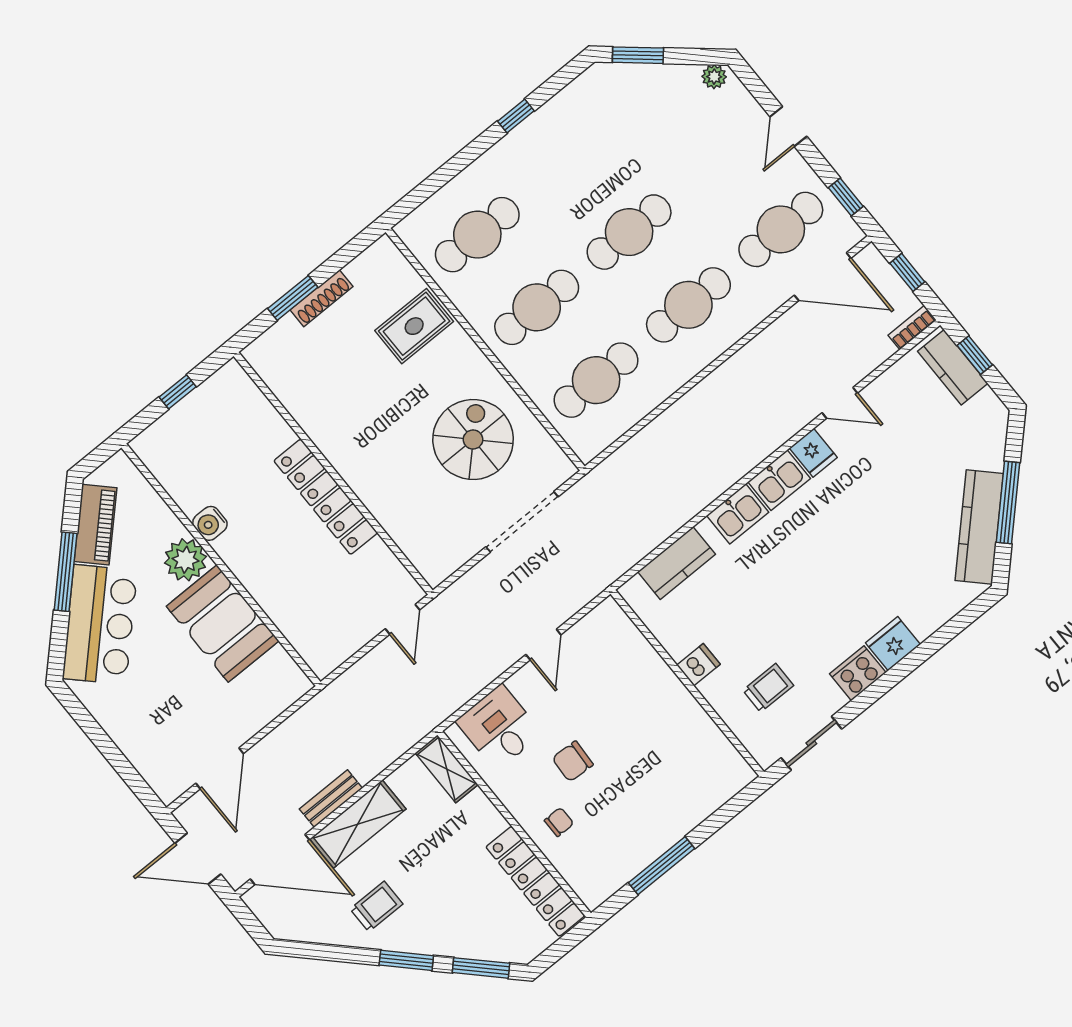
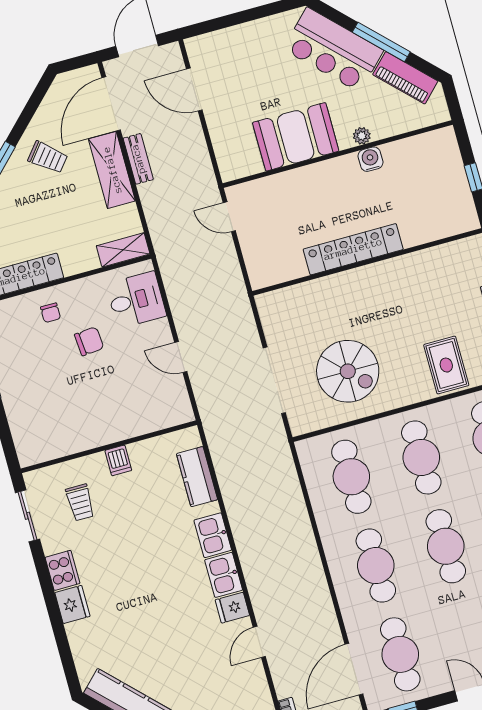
plant: (185, 560) -> (362, 136), width x0.53, depth x0.53
door: (402, 619) -> (229, 217), moved
chair: (573, 761) -> (89, 341), turned 82
trolley: (376, 906) -> (48, 157), turned -51

